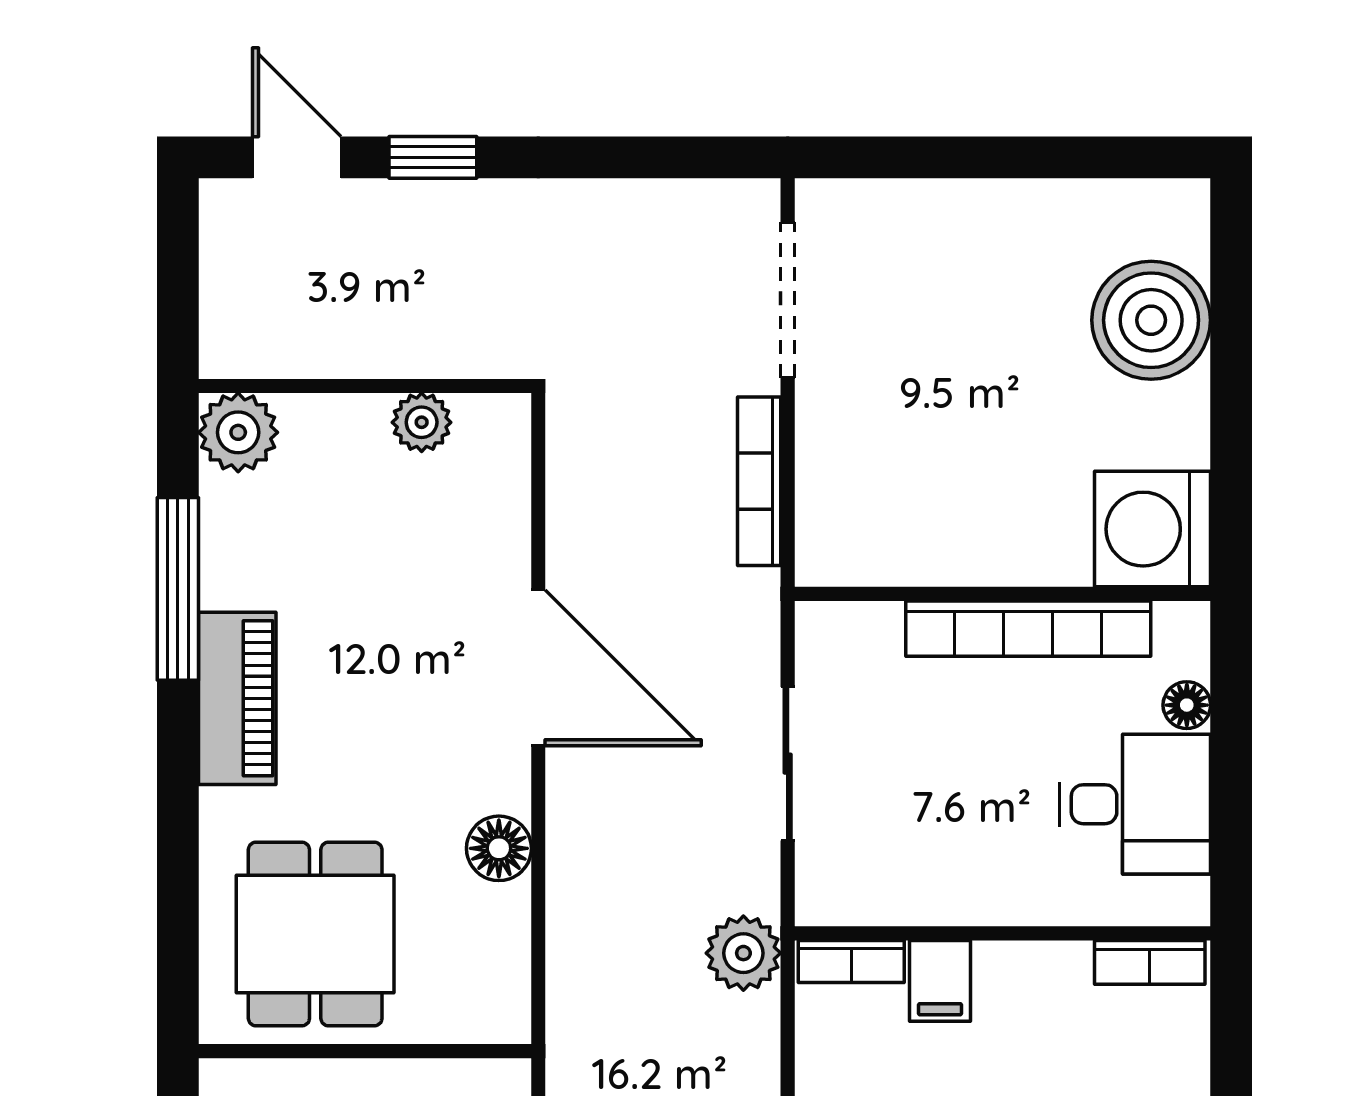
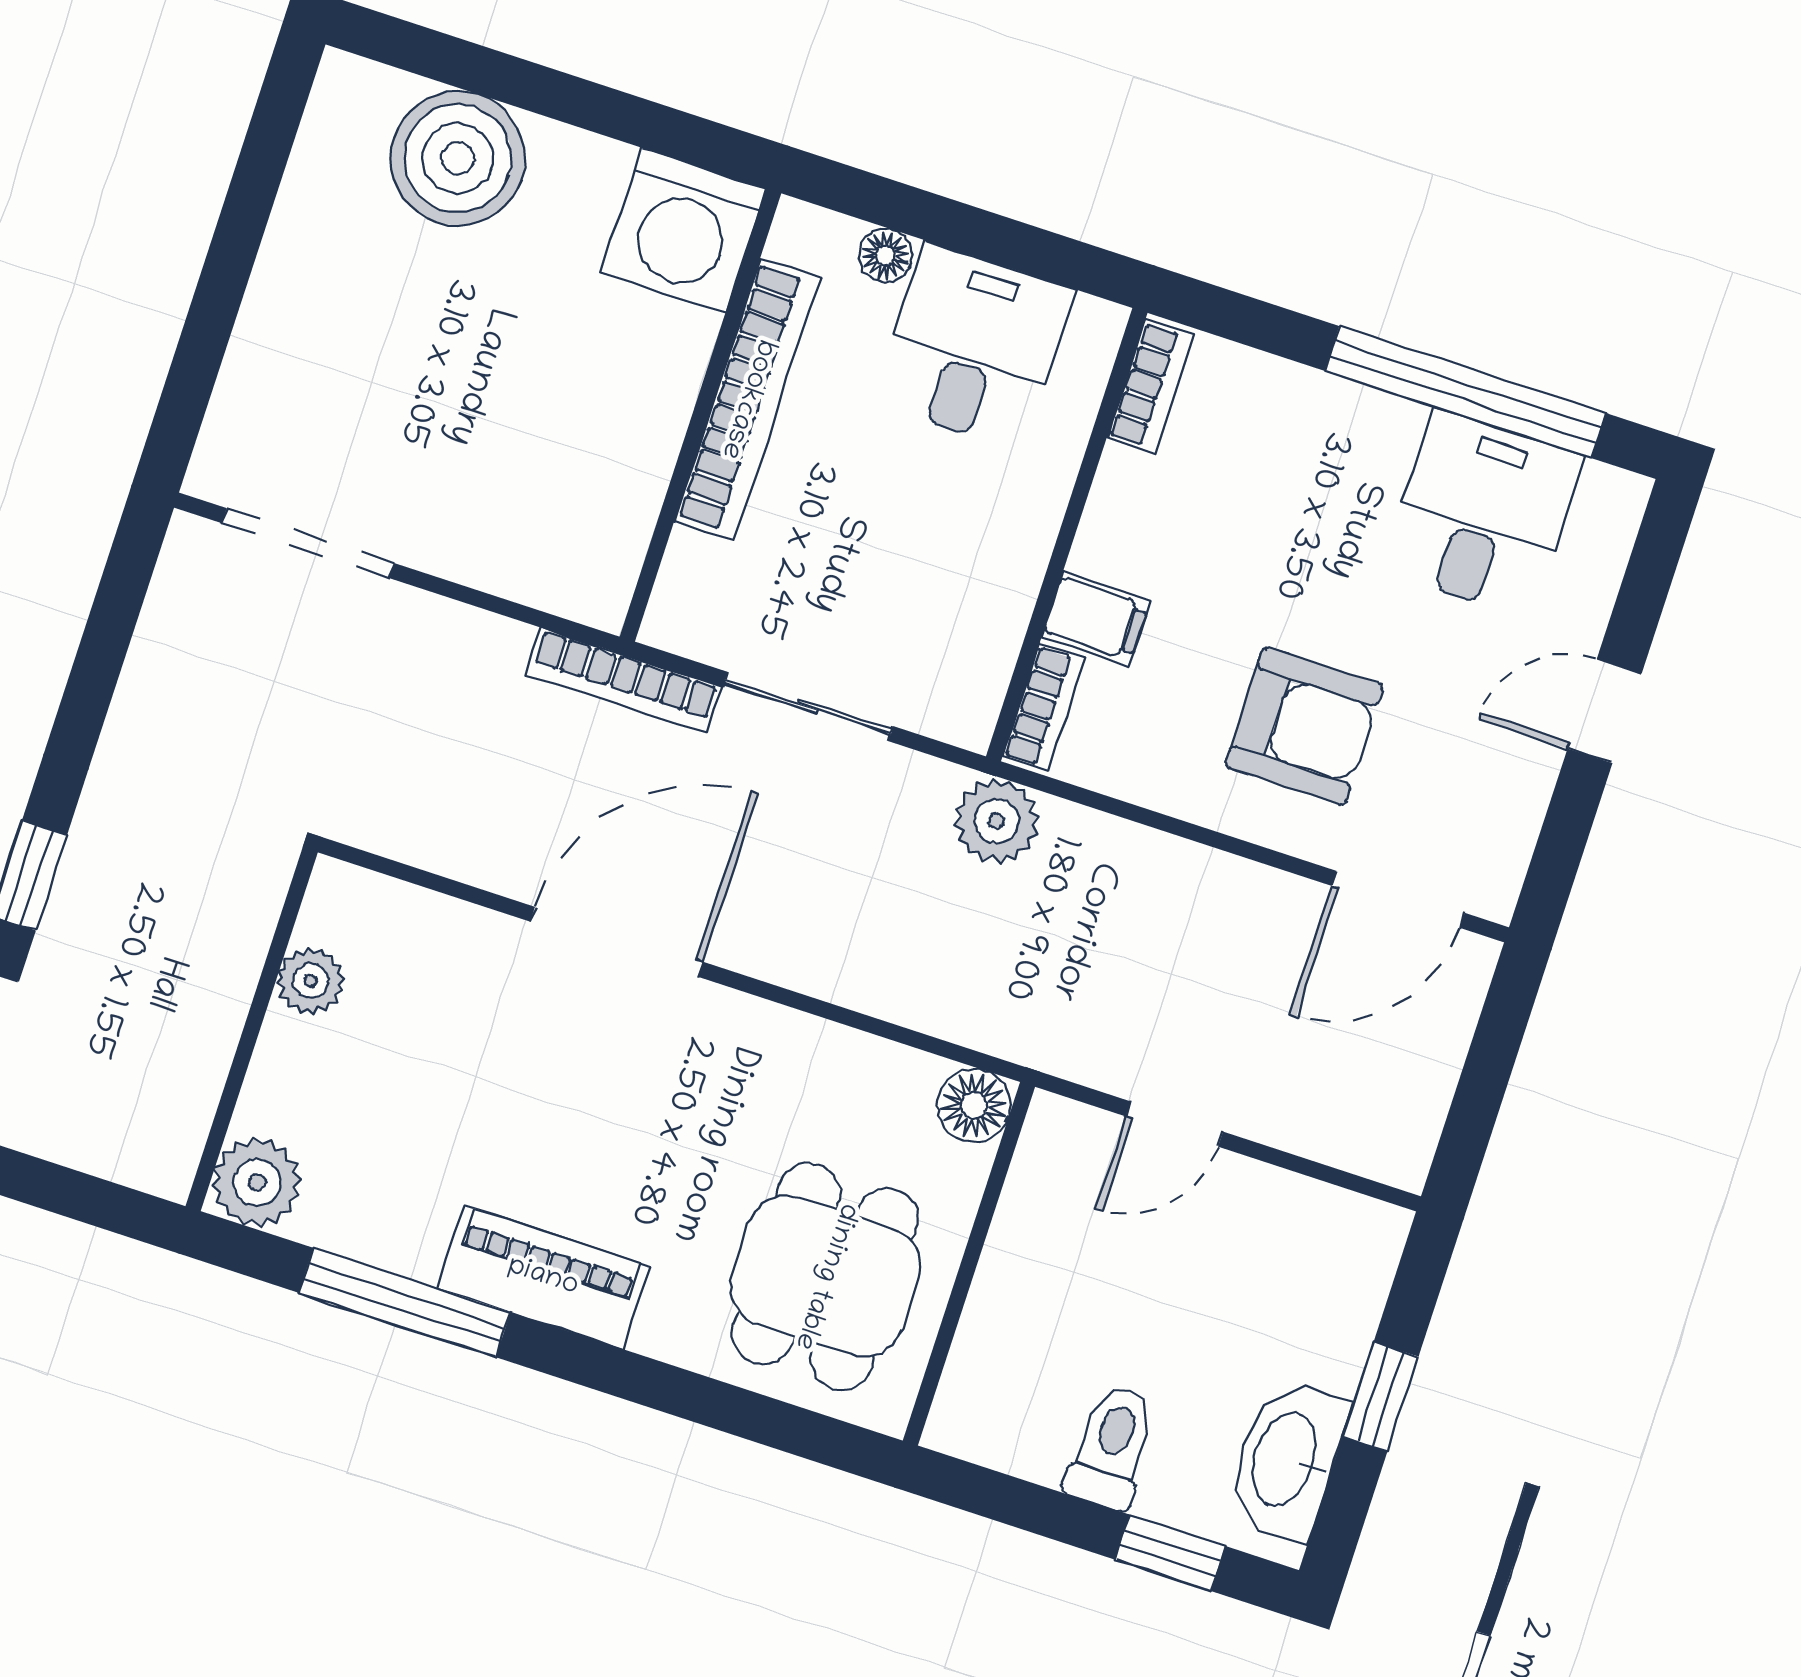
bookcase: (759, 481) -> (624, 680), moved
floor lamp: (499, 848) -> (974, 1105), moved
dining table: (315, 934) -> (825, 1276), turned 90

